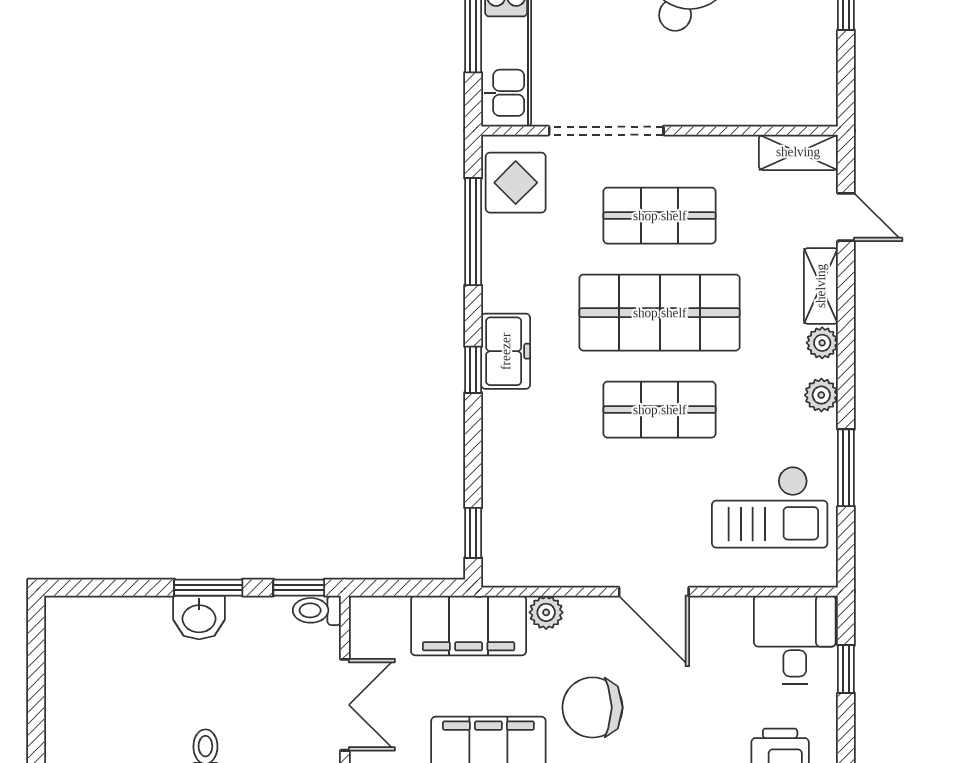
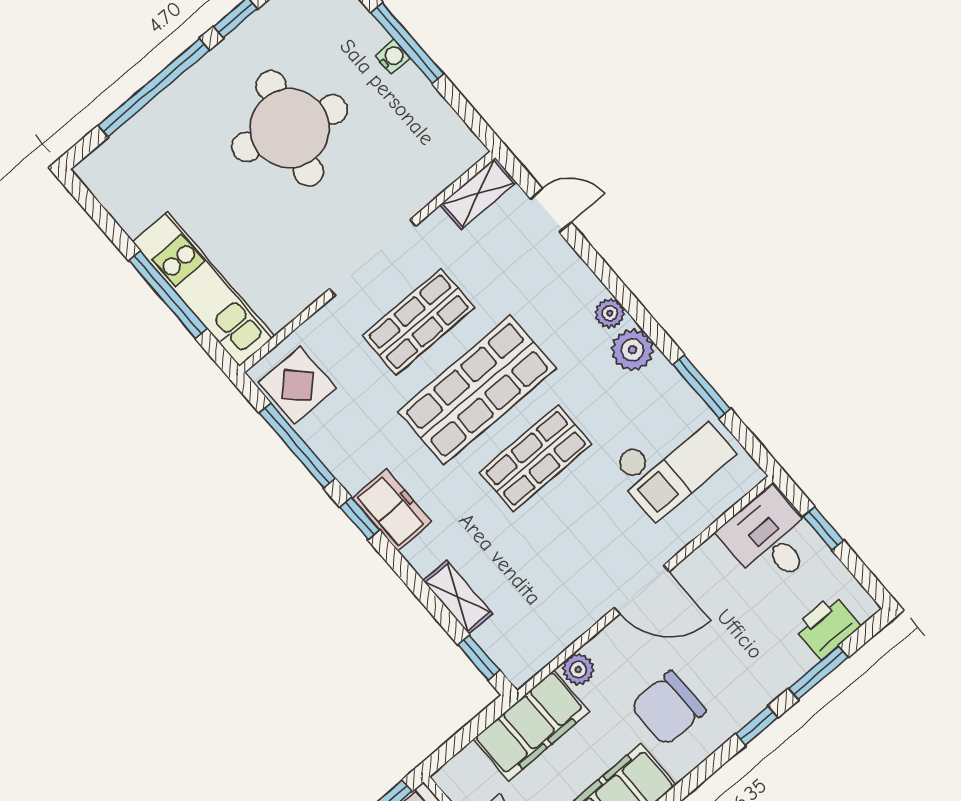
doorway: (606, 131) -> (373, 257), moved
shelving: (821, 286) -> (458, 597), moved
window: (473, 370) -> (360, 519), moved
plant: (821, 395) -> (632, 350), width x1.38, depth x1.38

